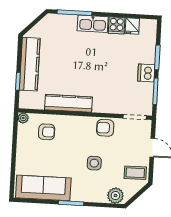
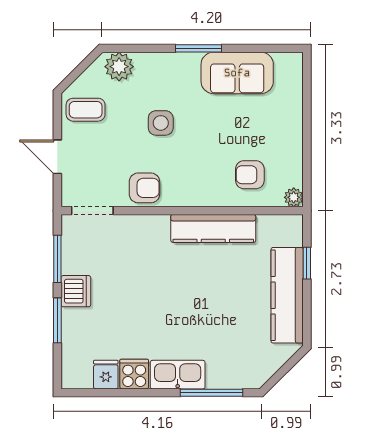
sofa: (43, 188) -> (237, 73), width x0.73

